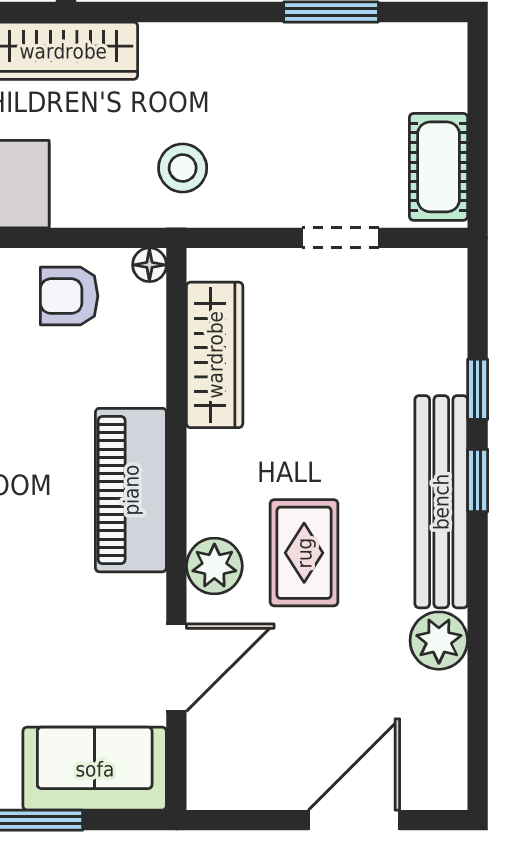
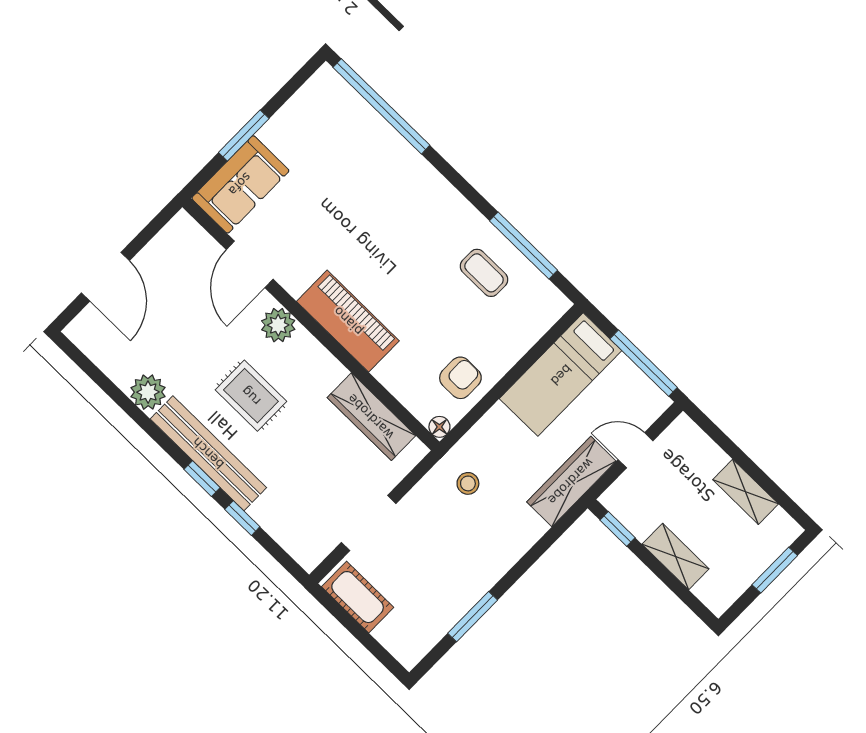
stool: (183, 168) -> (468, 483), width x0.73, depth x0.73
doorway: (341, 238) -> (369, 523), width x1.38
rug: (304, 553) -> (251, 396), moved

